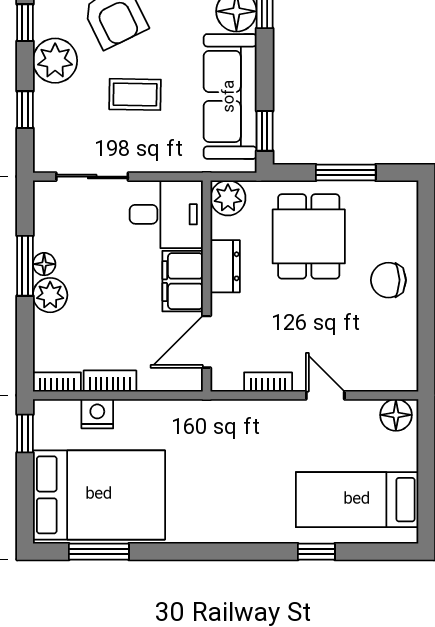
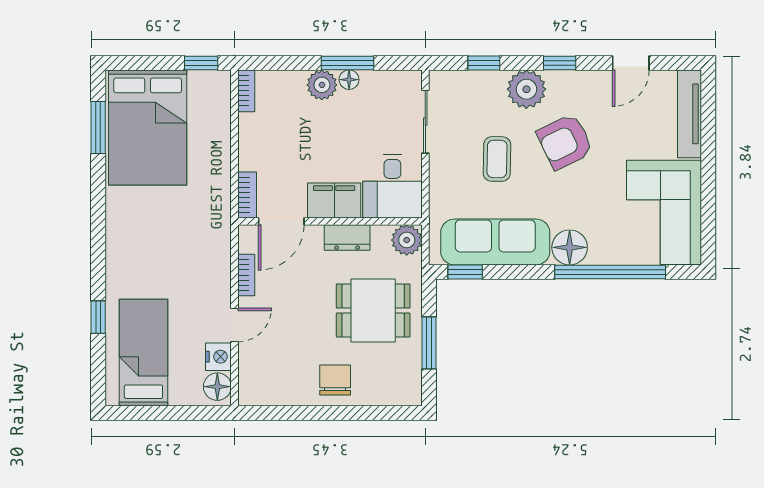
door: (207, 342) -> (281, 221), swing flipped
bookcase: (110, 381) -> (247, 195), moved
nightstand: (97, 414) -> (218, 357), moved

